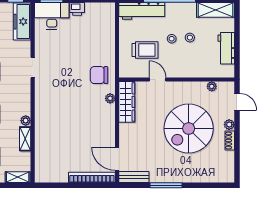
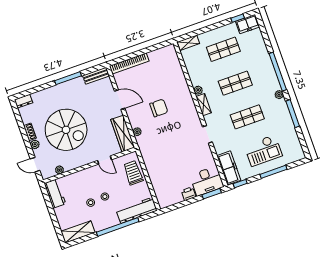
workbench: (226, 48) -> (55, 194), moved
trolley: (145, 50) -> (133, 173), moved, turned 90
chair: (99, 75) -> (159, 108), moved
spiral stairs: (189, 129) -> (66, 130), turned 90
shelving: (25, 139) -> (204, 105), moved
door: (117, 159) -> (120, 100), moved
dresser: (225, 177) -> (24, 101), added

